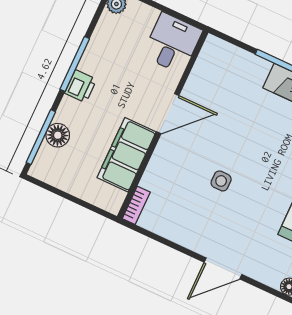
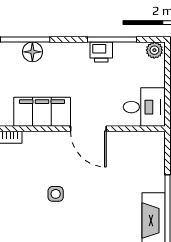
window: (75, 64) -> (112, 40), moved
printer: (81, 86) -> (101, 52), moved

